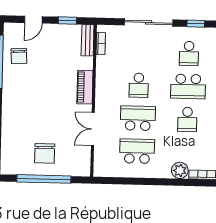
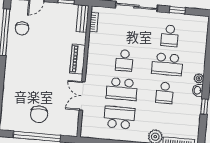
school desk: (138, 118) -> (122, 89), turned 180

